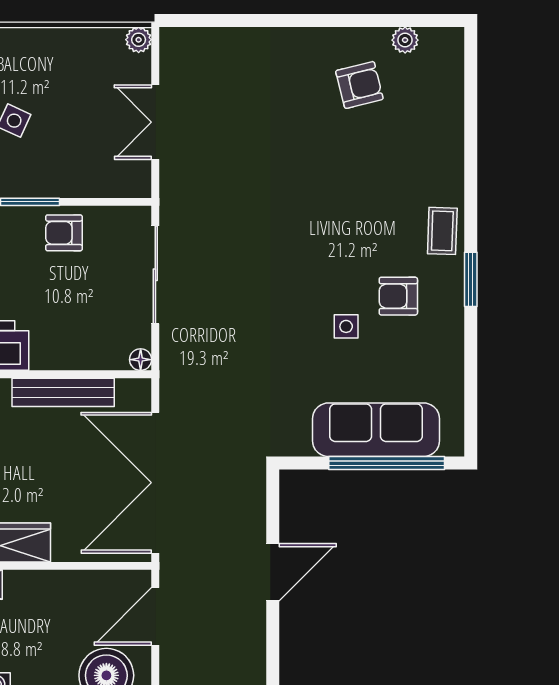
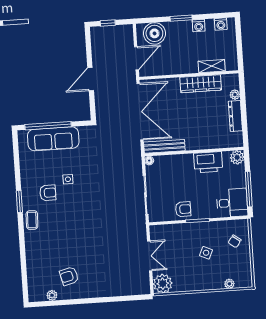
plant: (139, 40) -> (163, 284), width x1.87, depth x1.87
bench: (63, 392) -> (164, 146), moved

